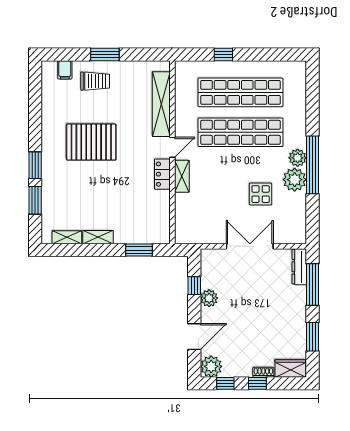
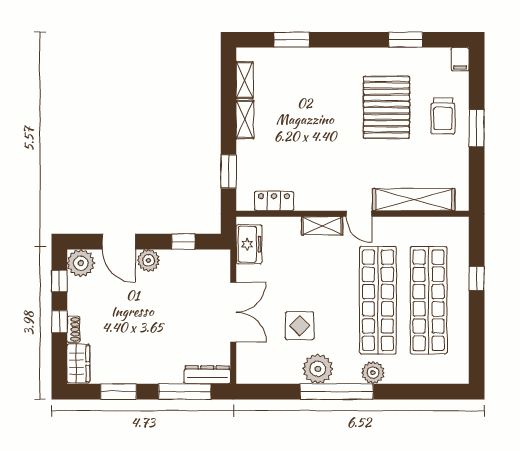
filing cabinet: (65, 70) -> (460, 59), moved, turned -90
pallet: (91, 142) -> (386, 107), moved
plant: (298, 158) -> (373, 373), moved
window: (35, 165) -> (406, 40), moved
locker: (162, 174) -> (274, 201), moved
freezer: (196, 234) -> (249, 244), added
plant: (209, 298) -> (148, 260), moved

